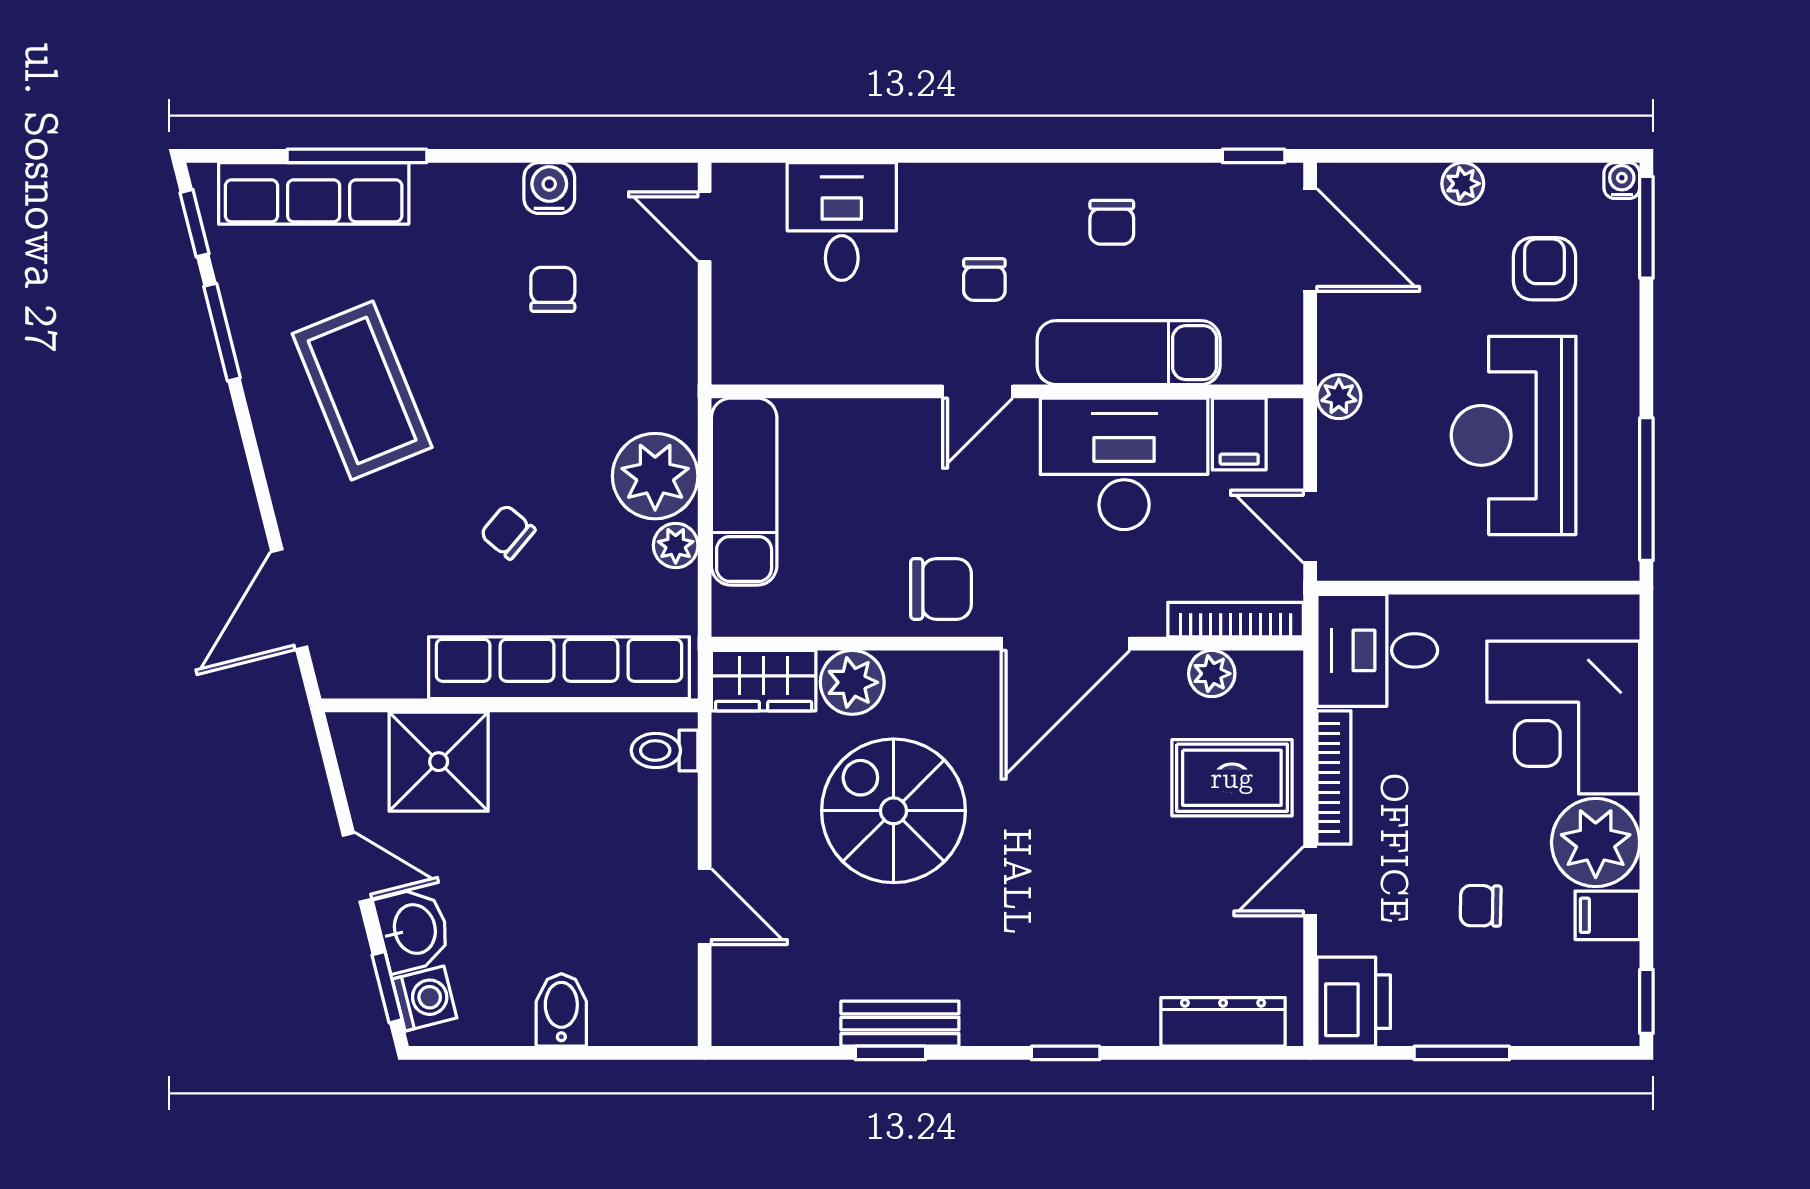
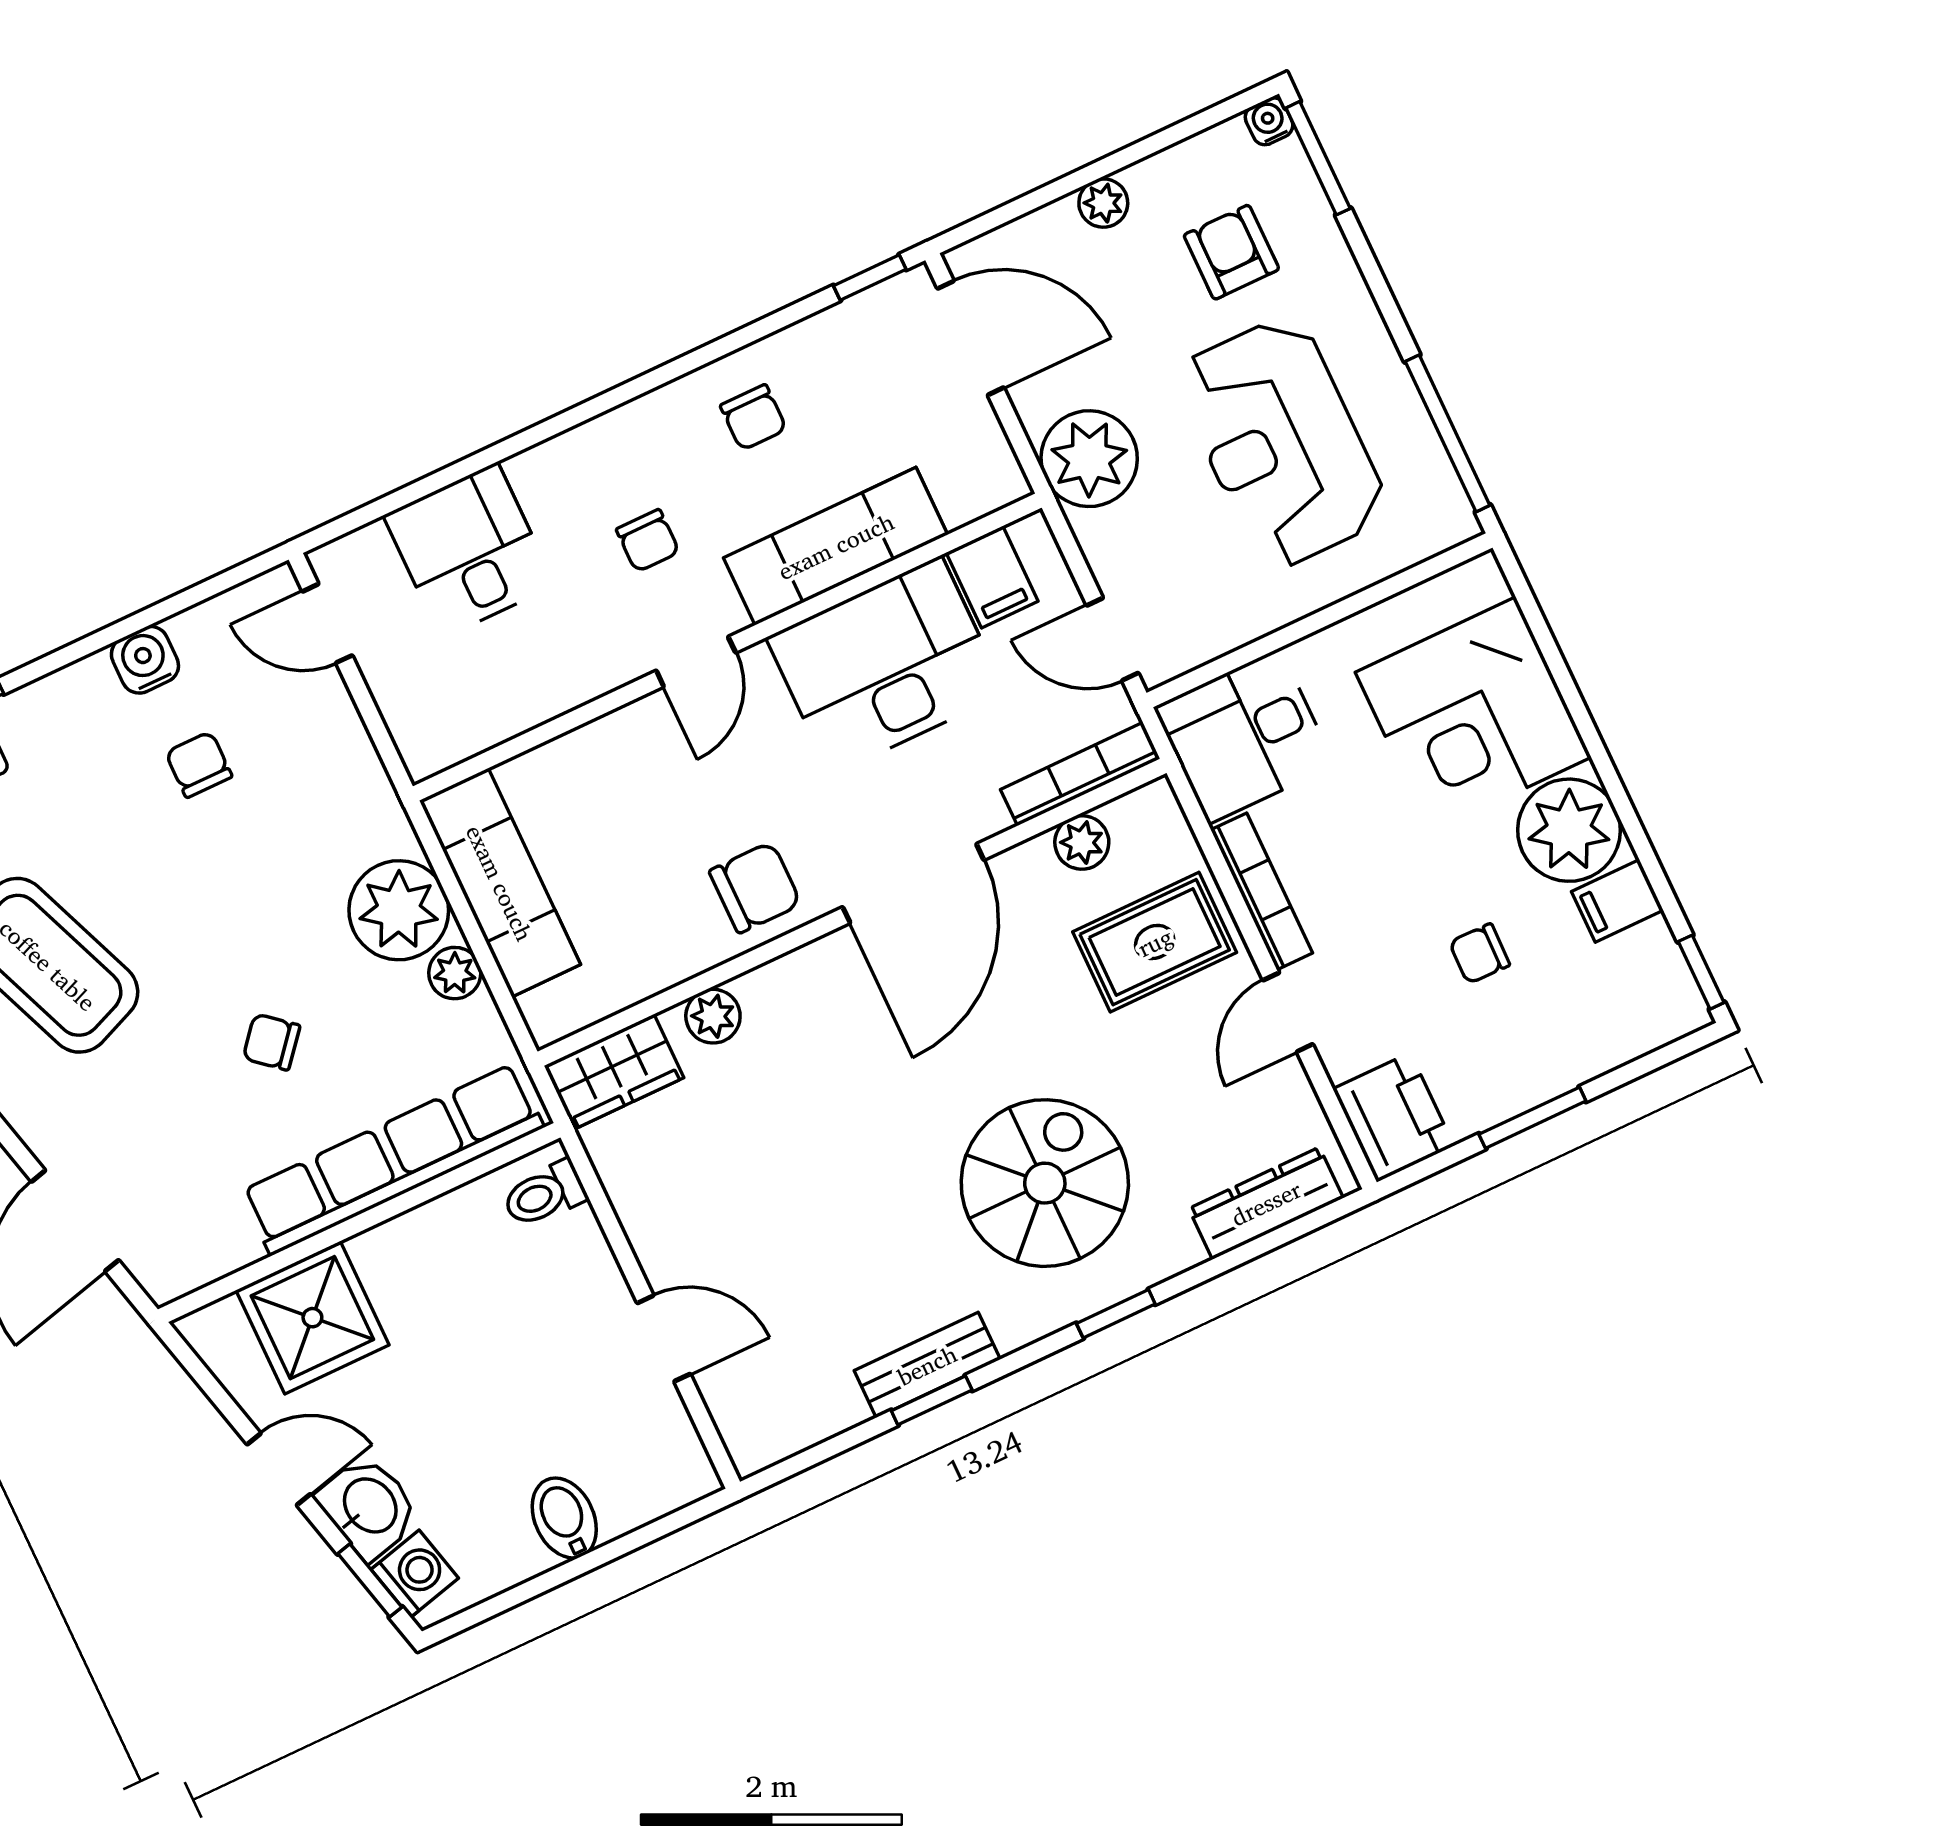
plant: (1339, 397) -> (1089, 459), width x1.88, depth x1.88
plant: (852, 682) -> (713, 1016), width x0.73, depth x0.73
spiral stairs: (894, 811) -> (1045, 1183), moved, turned 90

